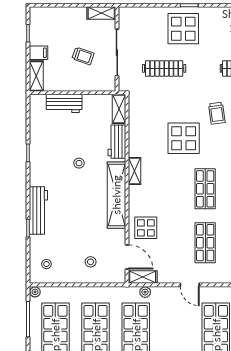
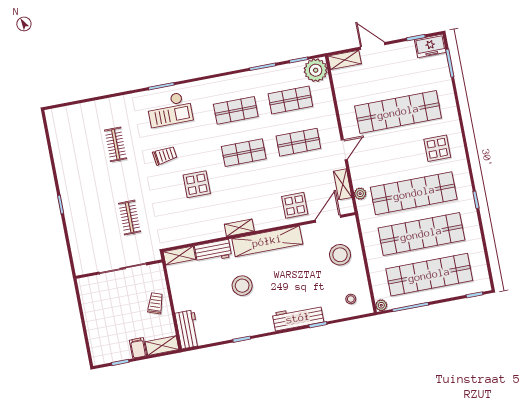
shelving: (101, 13) -> (86, 292), removed
display table: (183, 29) -> (86, 206), removed
trolley: (83, 56) -> (155, 303), moved
clothes rail: (164, 68) -> (130, 218), width x0.73
workbench: (64, 103) -> (188, 329), moved
display table: (184, 138) -> (197, 184), width x0.73, depth x0.73
stool: (79, 163) -> (242, 286), width x1.89, depth x1.89
stool: (91, 262) -> (340, 255), width x1.89, depth x1.89
shelving: (143, 277) -> (343, 184), moved

